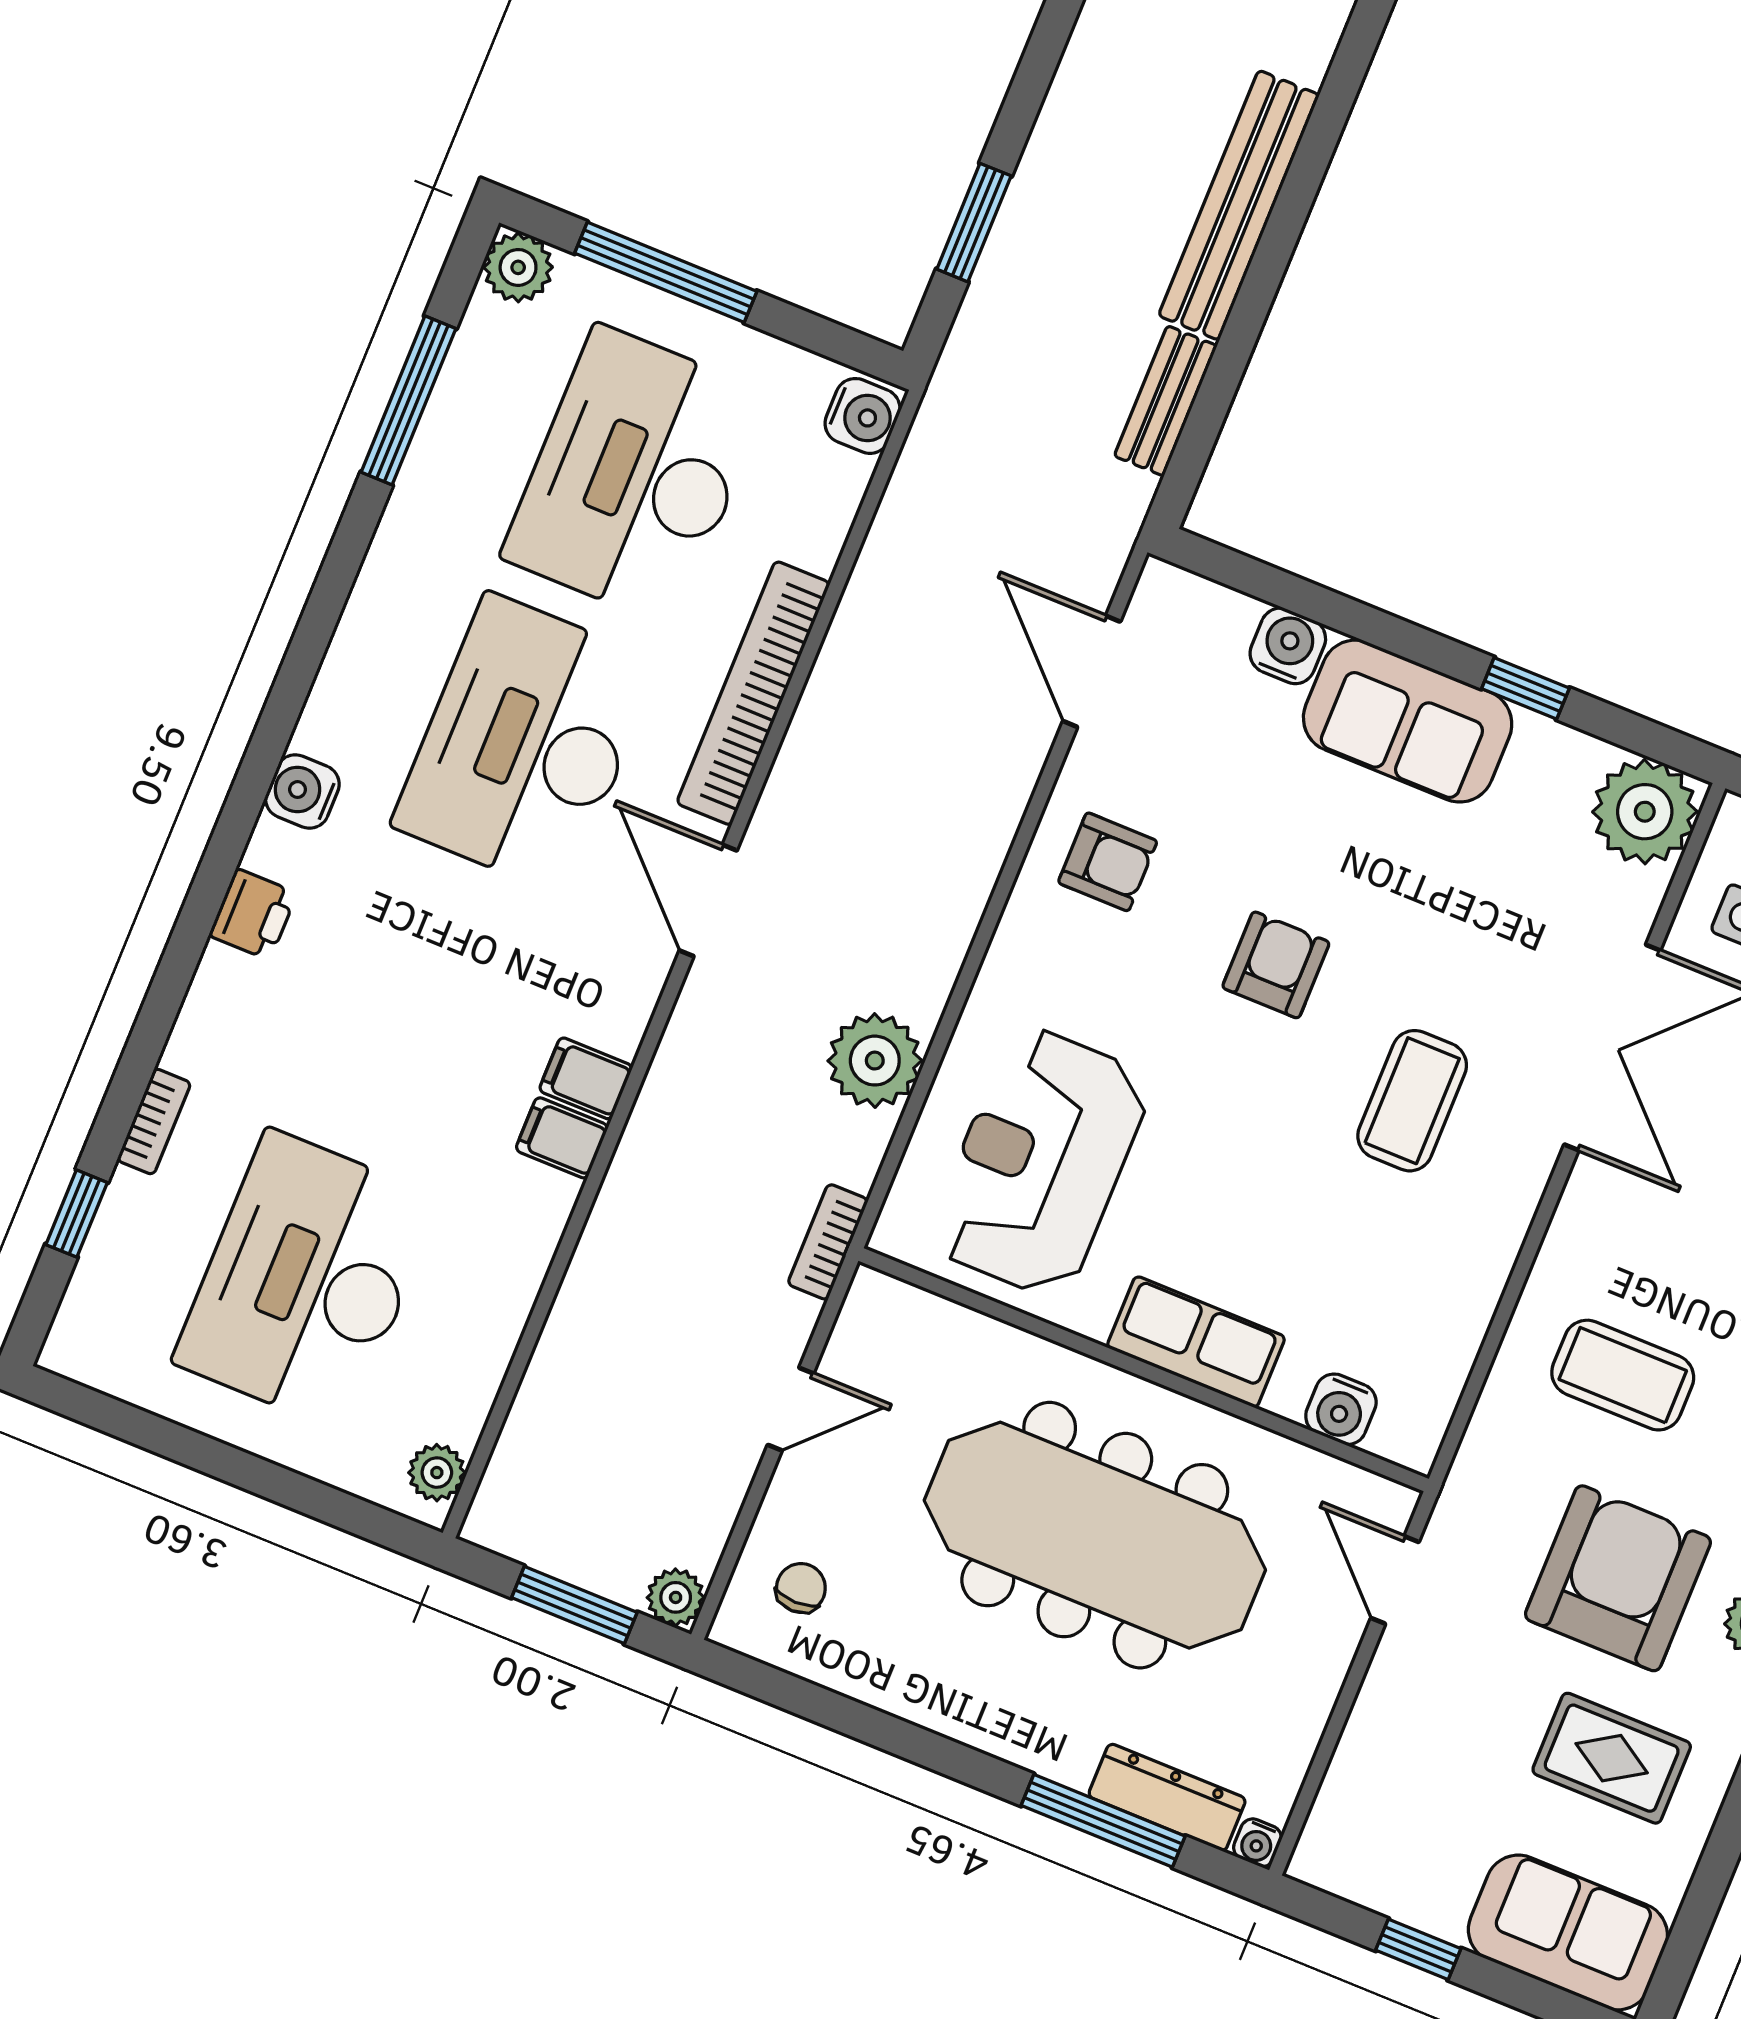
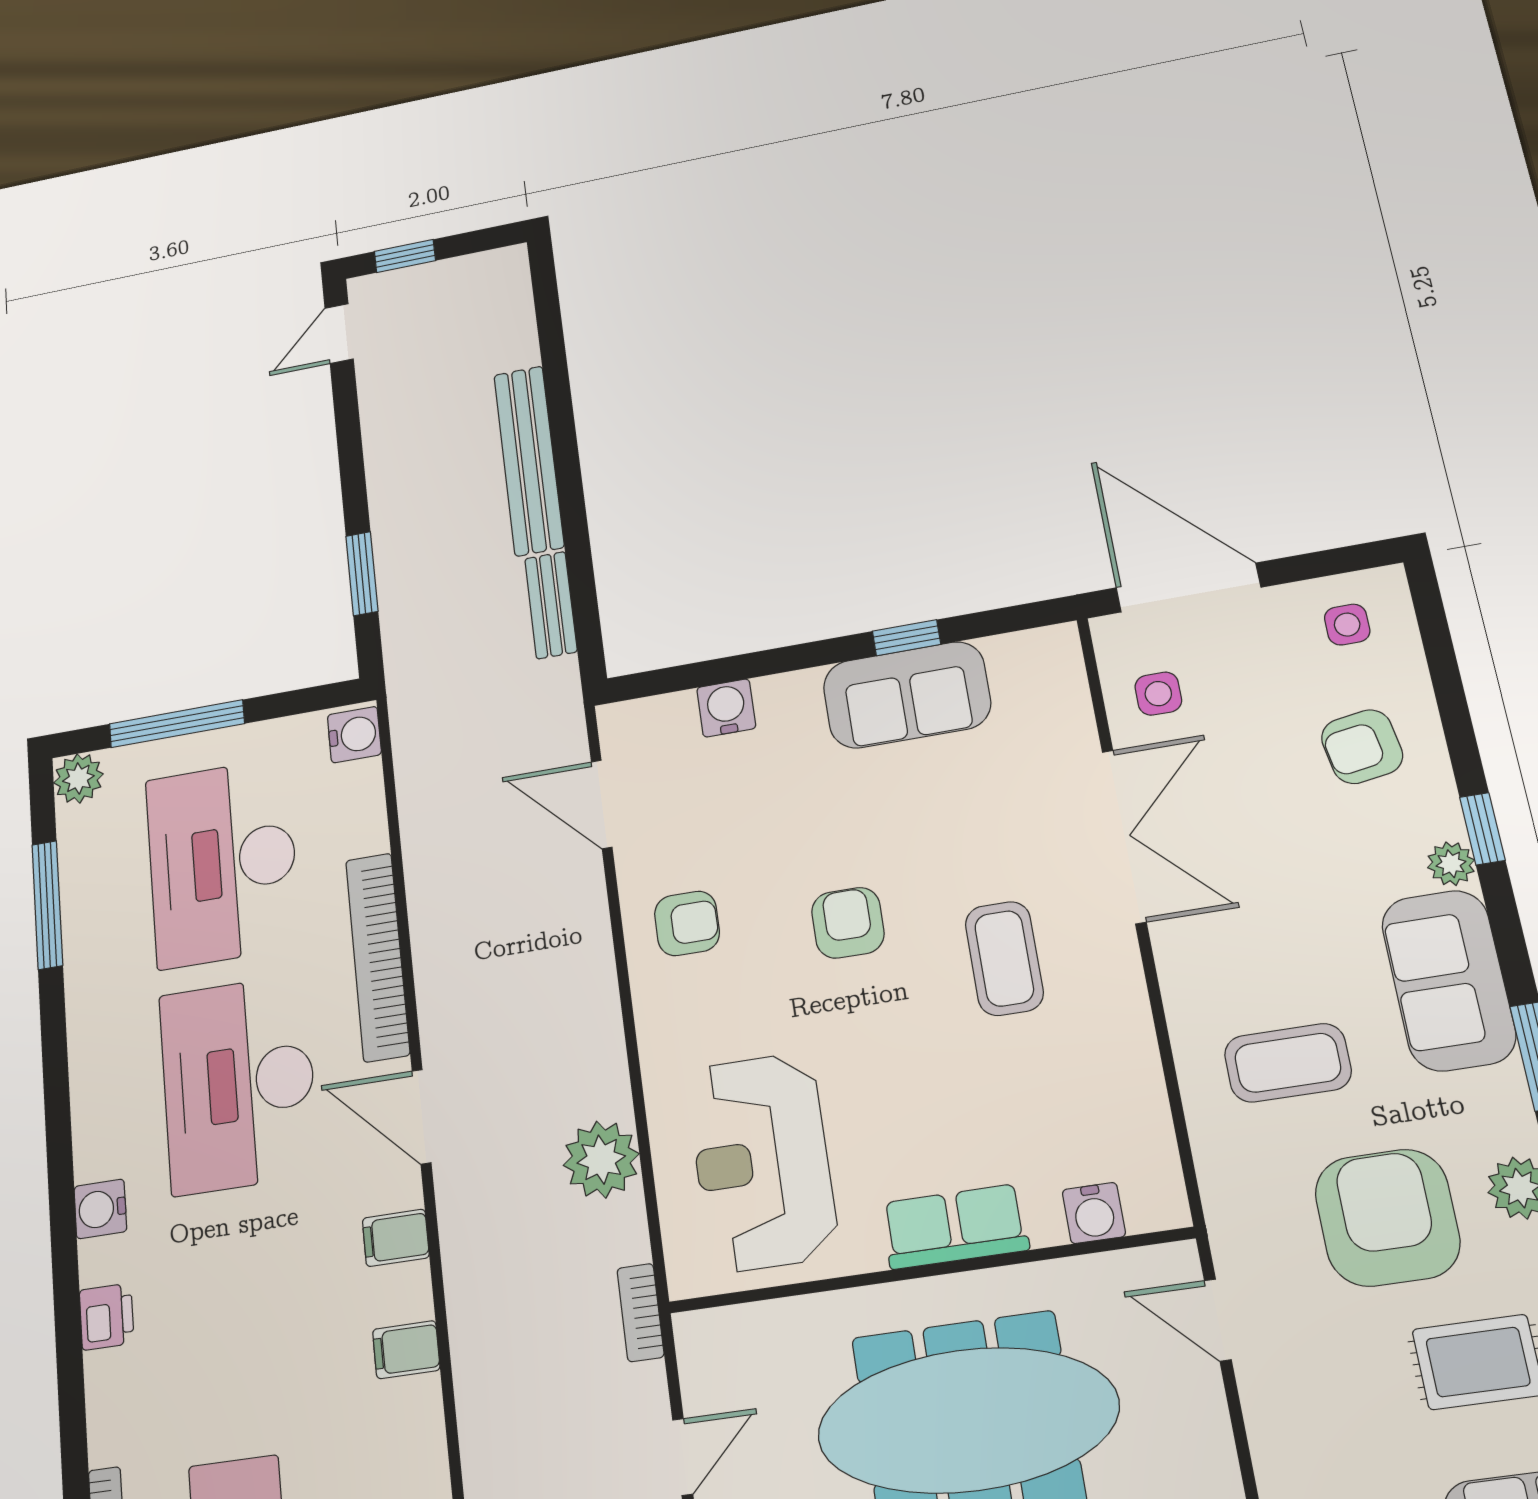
sofa: (1408, 721) -> (907, 695), moved
plant: (1645, 812) -> (1042, 667), removed
filing cabinet: (586, 1078) -> (396, 1238), moved

